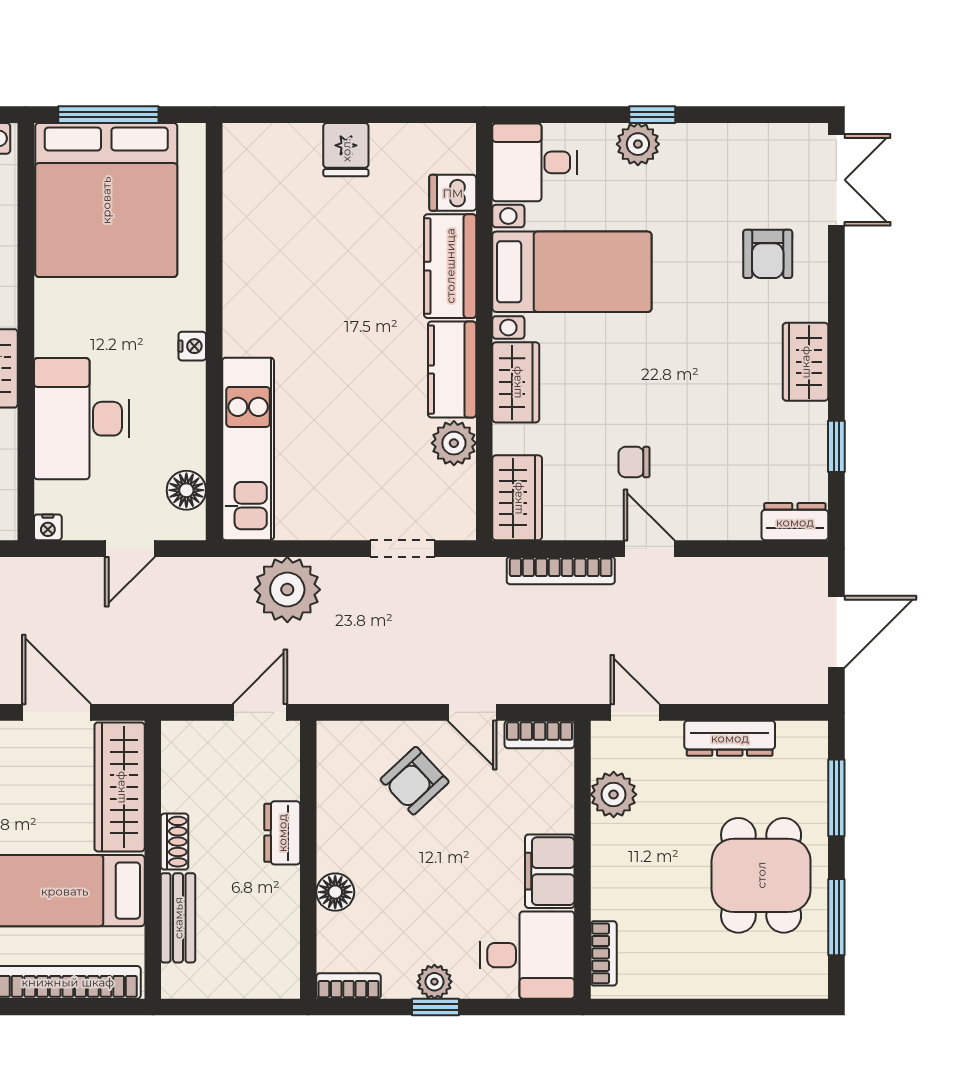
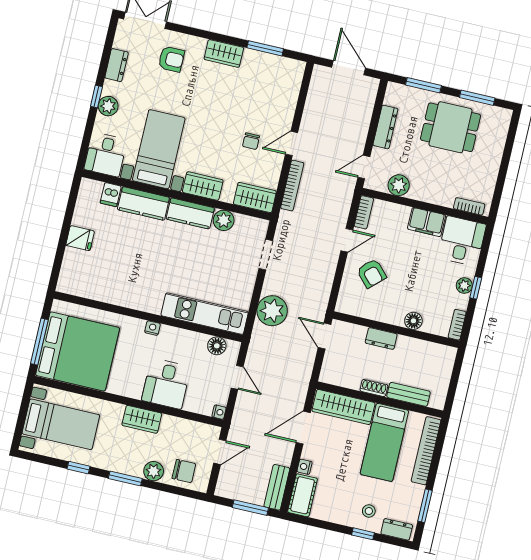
desk: (82, 419) -> (166, 384), width x0.73
window: (836, 446) -> (265, 48), width x1.50
dresser: (795, 522) -> (117, 65), moved, turned 180

